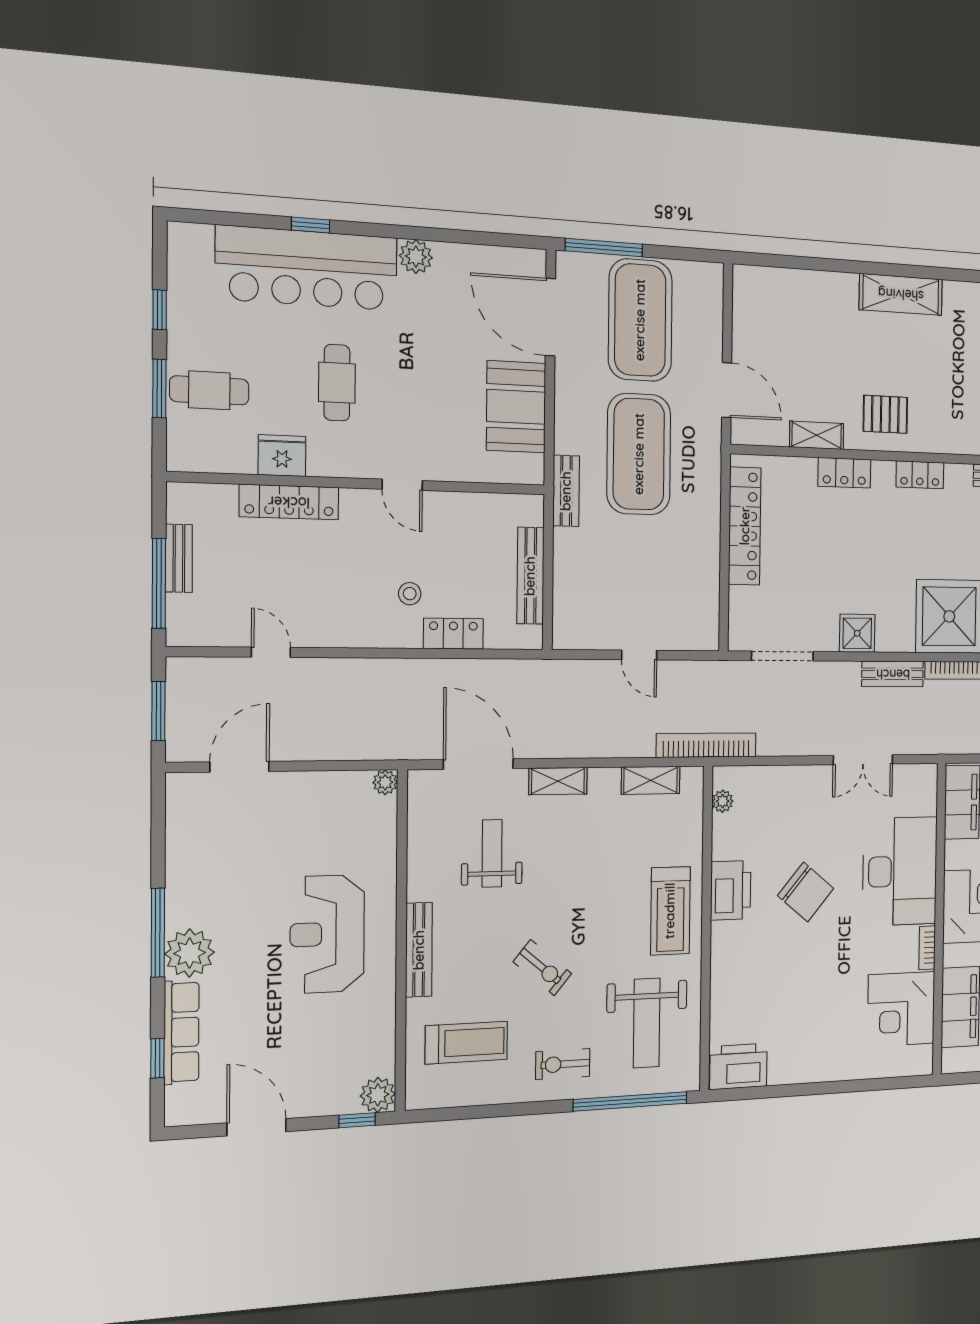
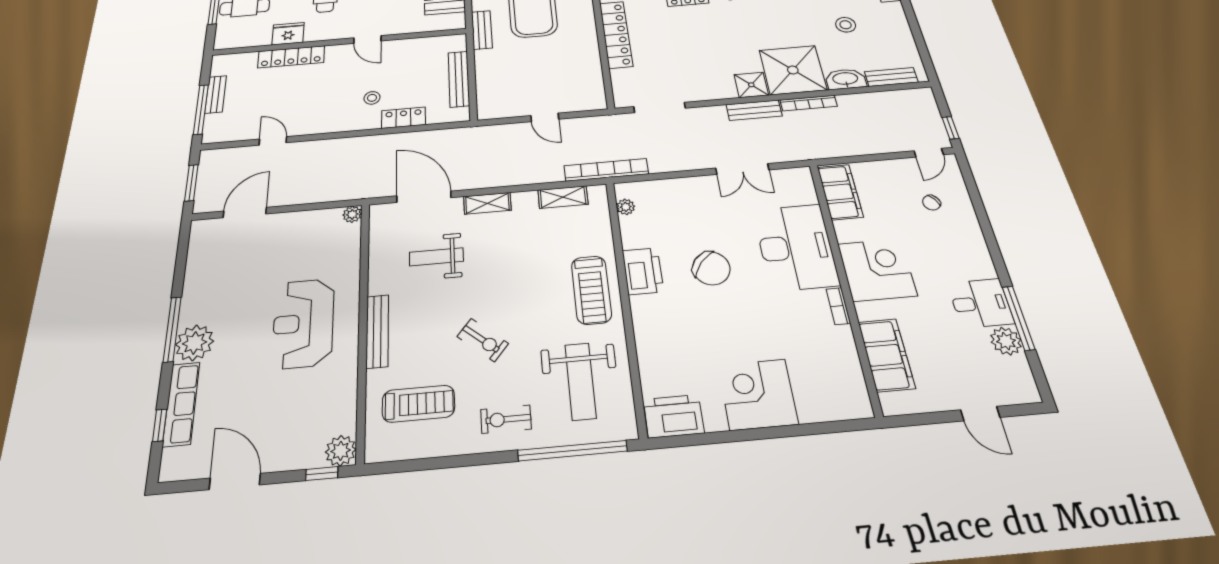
shower: (857, 633) -> (751, 85), moved
weight bench: (492, 853) -> (436, 257), turned -90
corner desk: (901, 1009) -> (758, 394), moved, turned 90

